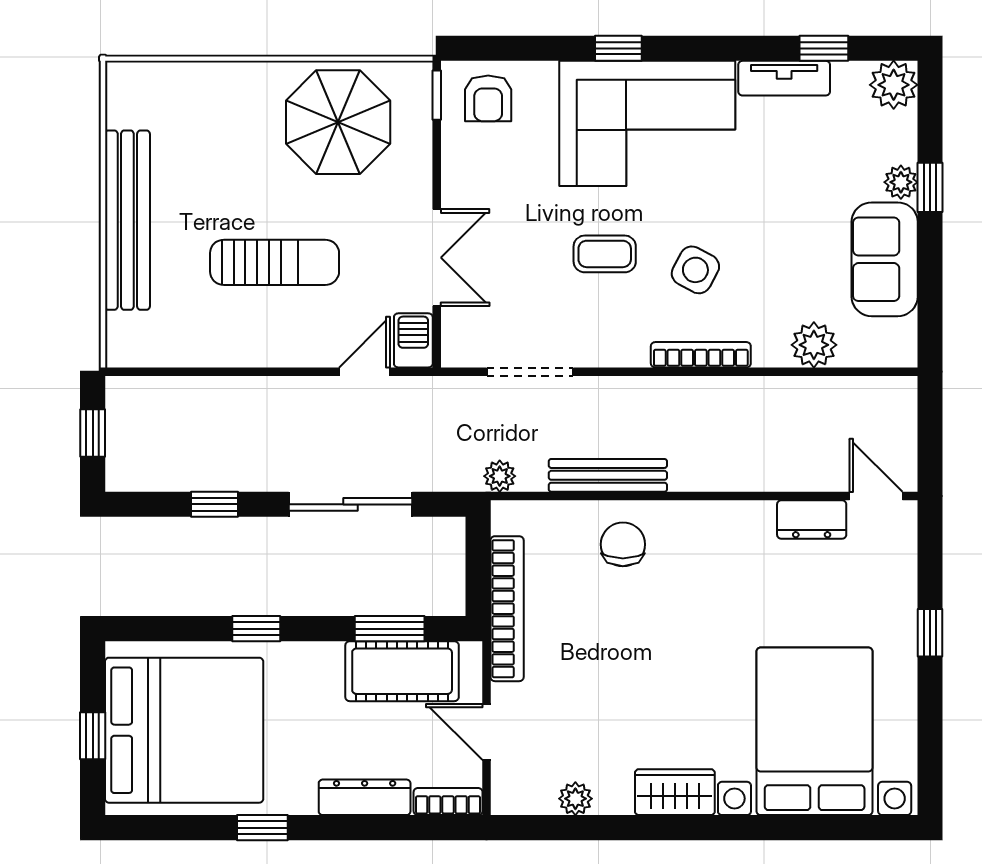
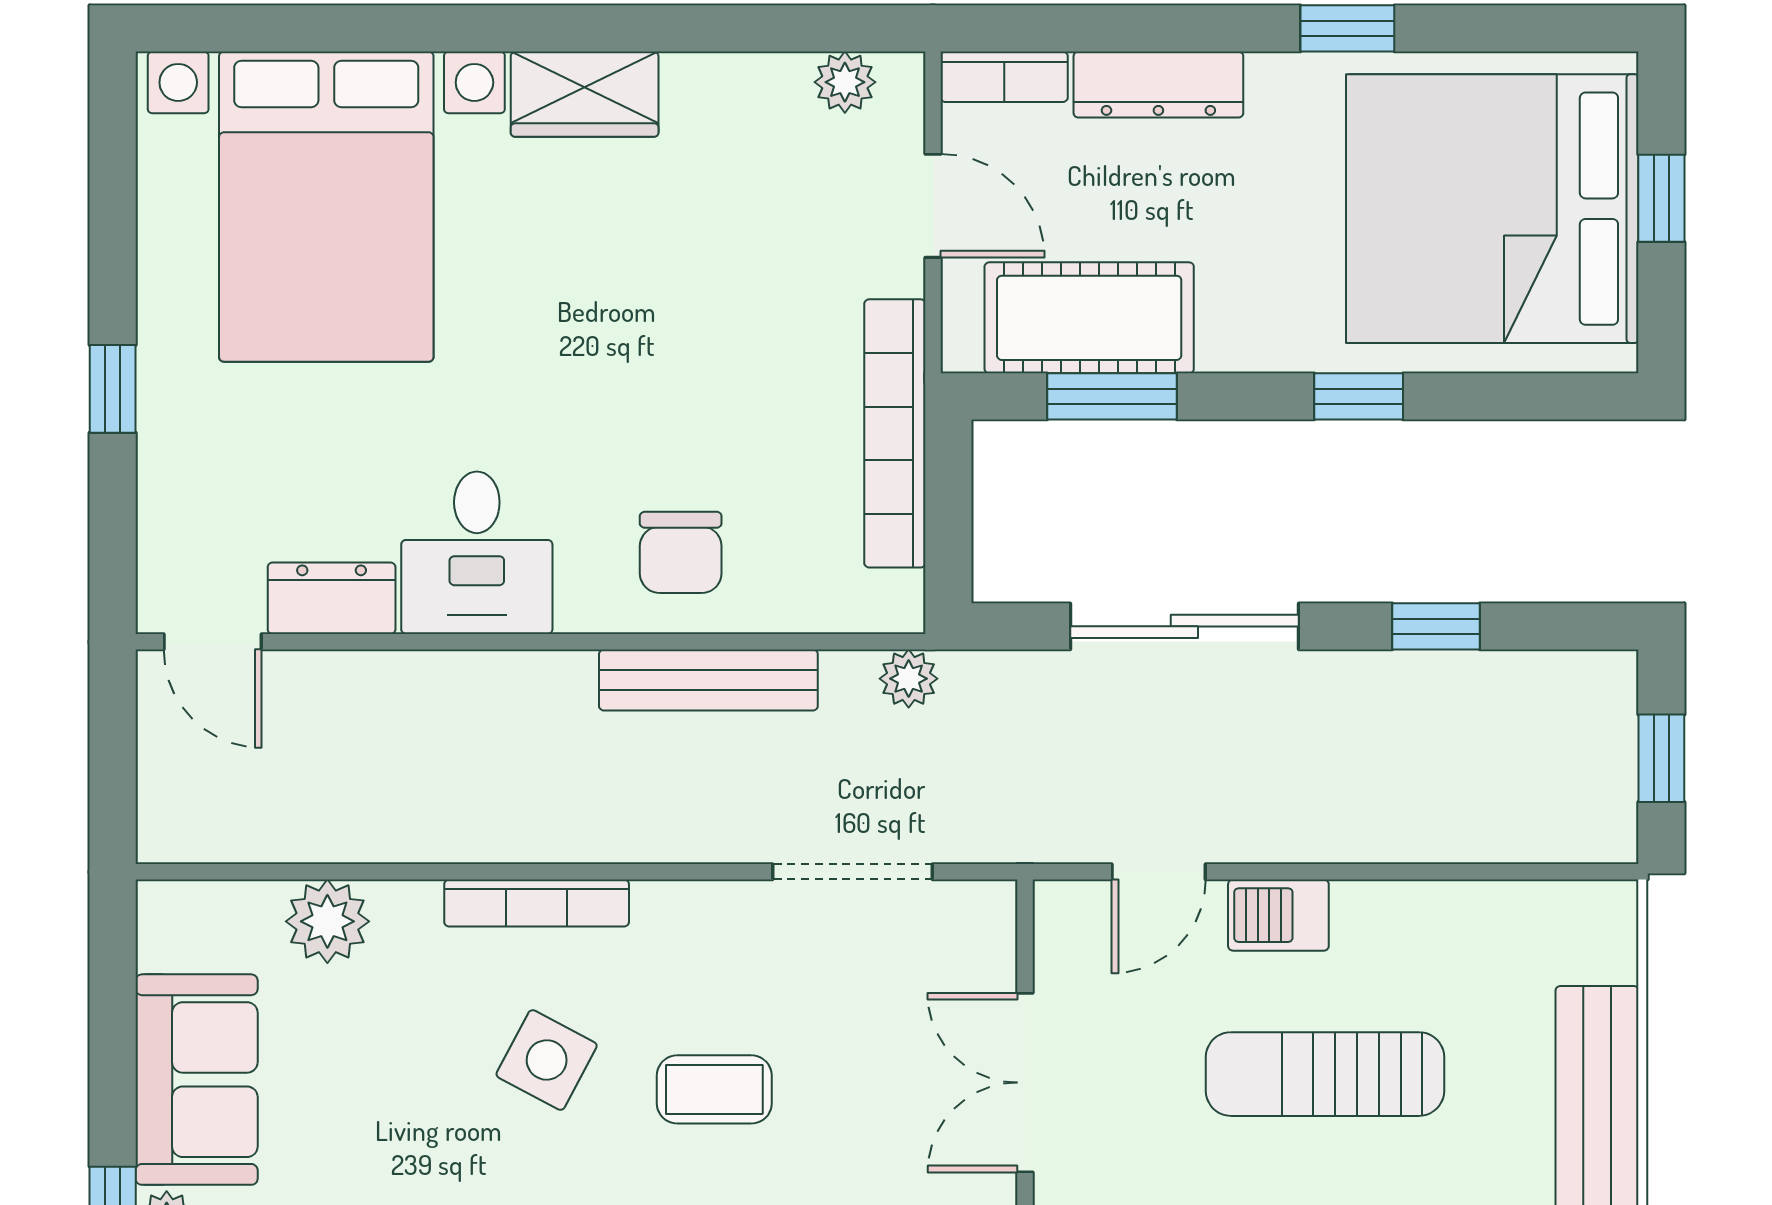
barbecue: (413, 340) -> (1278, 915), moved, turned 90
desk: (733, 544) -> (477, 553), added
plant: (575, 799) -> (845, 82), moved

